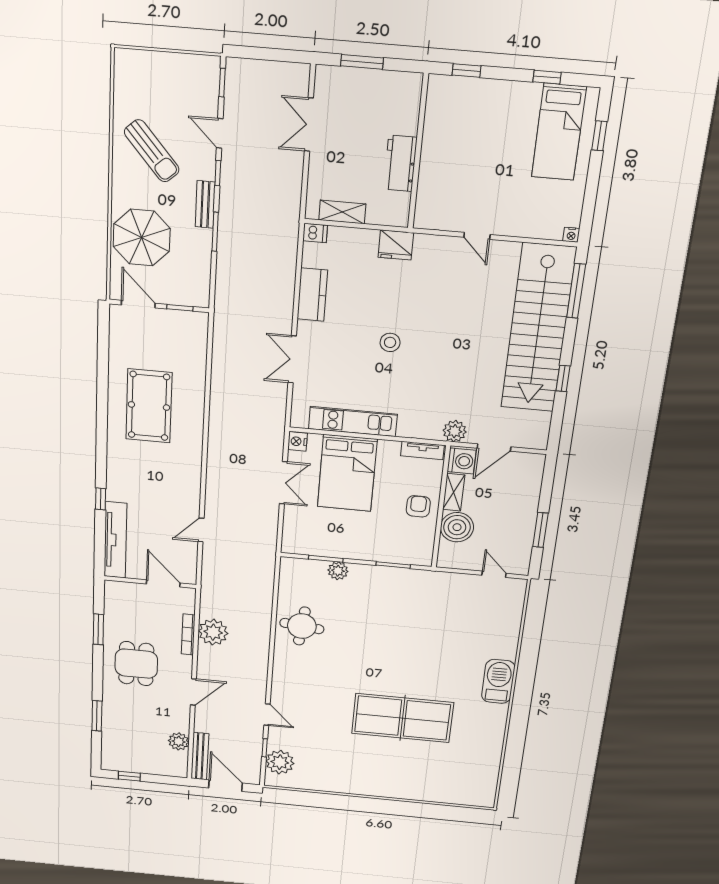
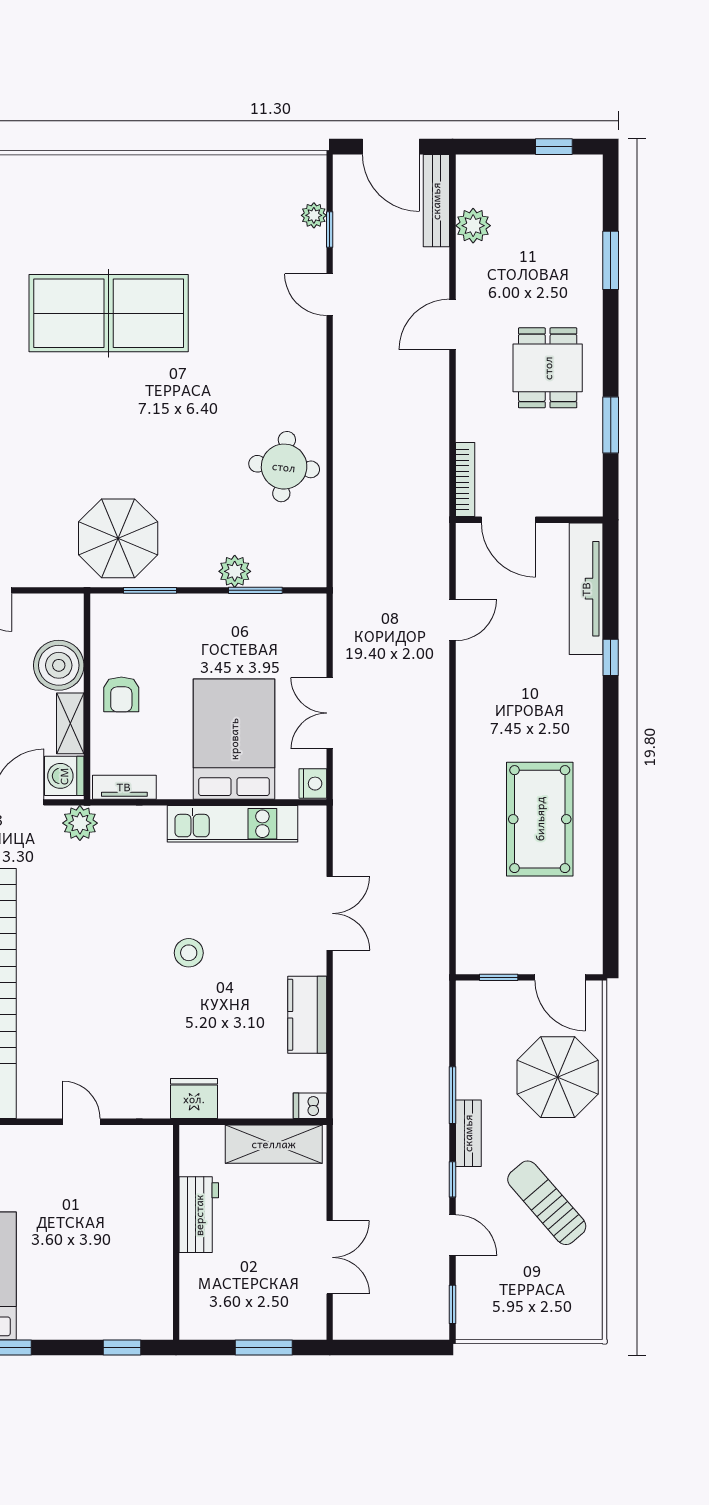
shelving: (342, 212) -> (274, 1144), width x1.50, depth x1.33
parasol: (410, 596) -> (118, 538), added
plant: (213, 632) -> (425, 440), removed
bookcase: (188, 635) -> (465, 480), moved
plant: (280, 762) -> (314, 215), width x0.53, depth x0.53

